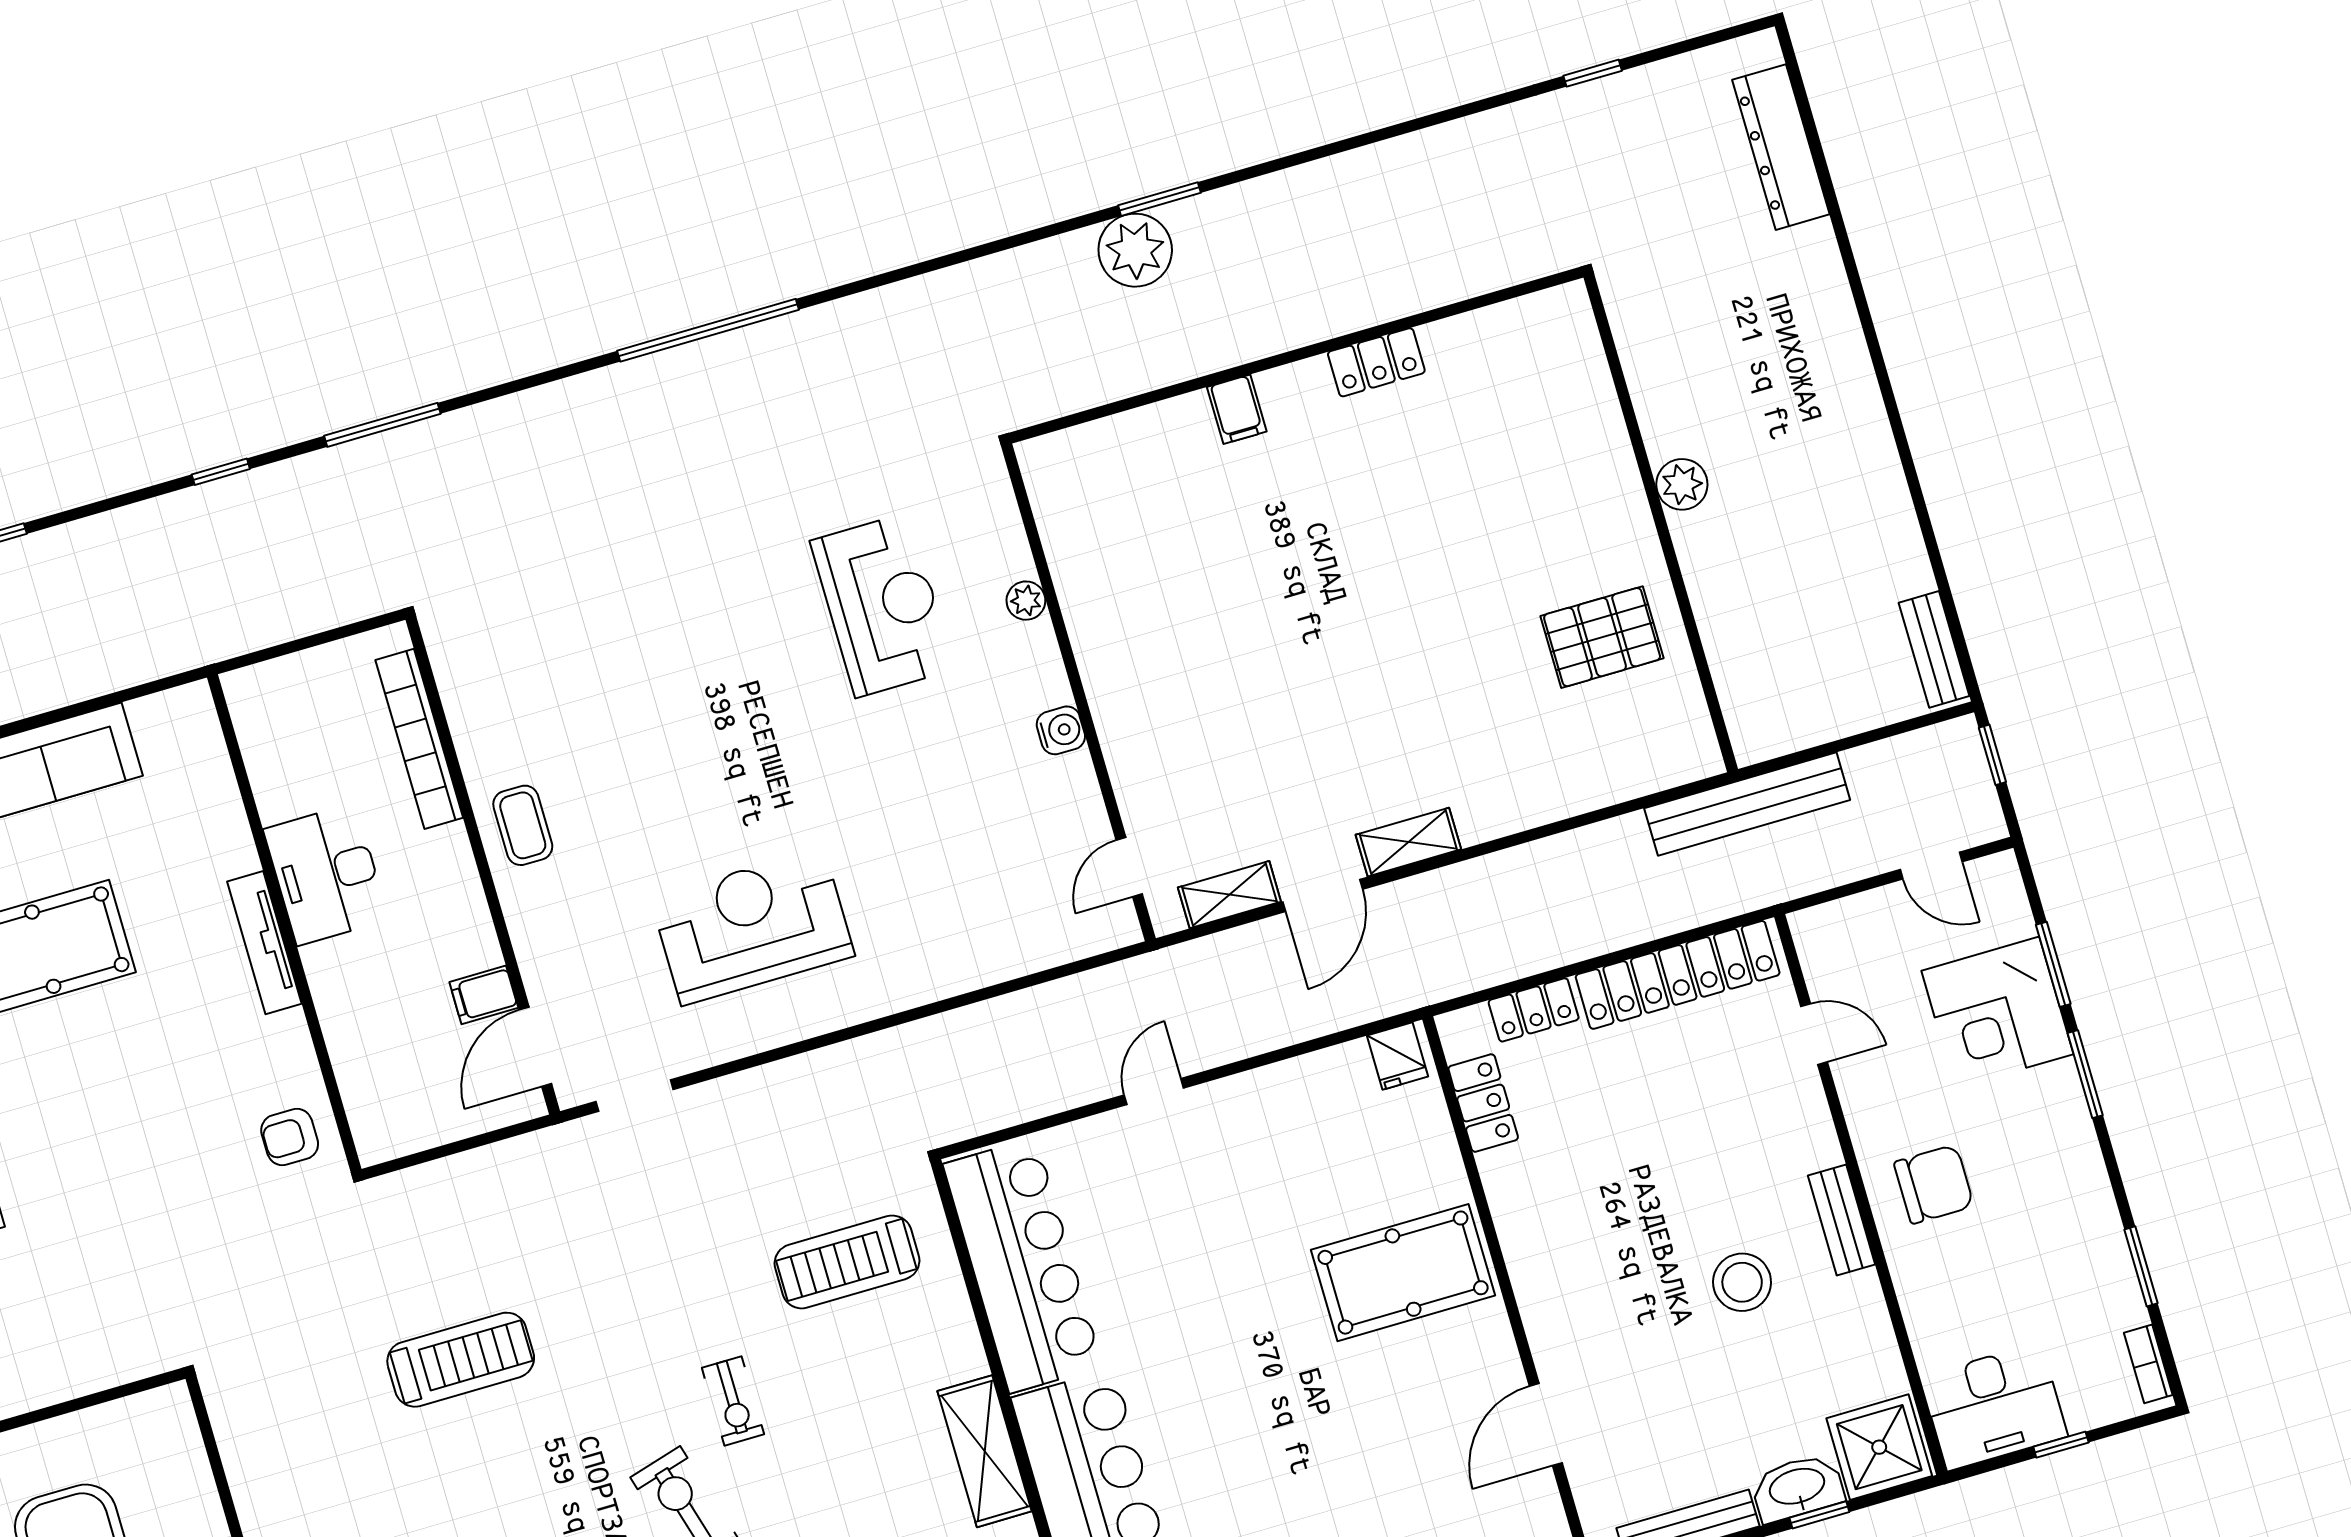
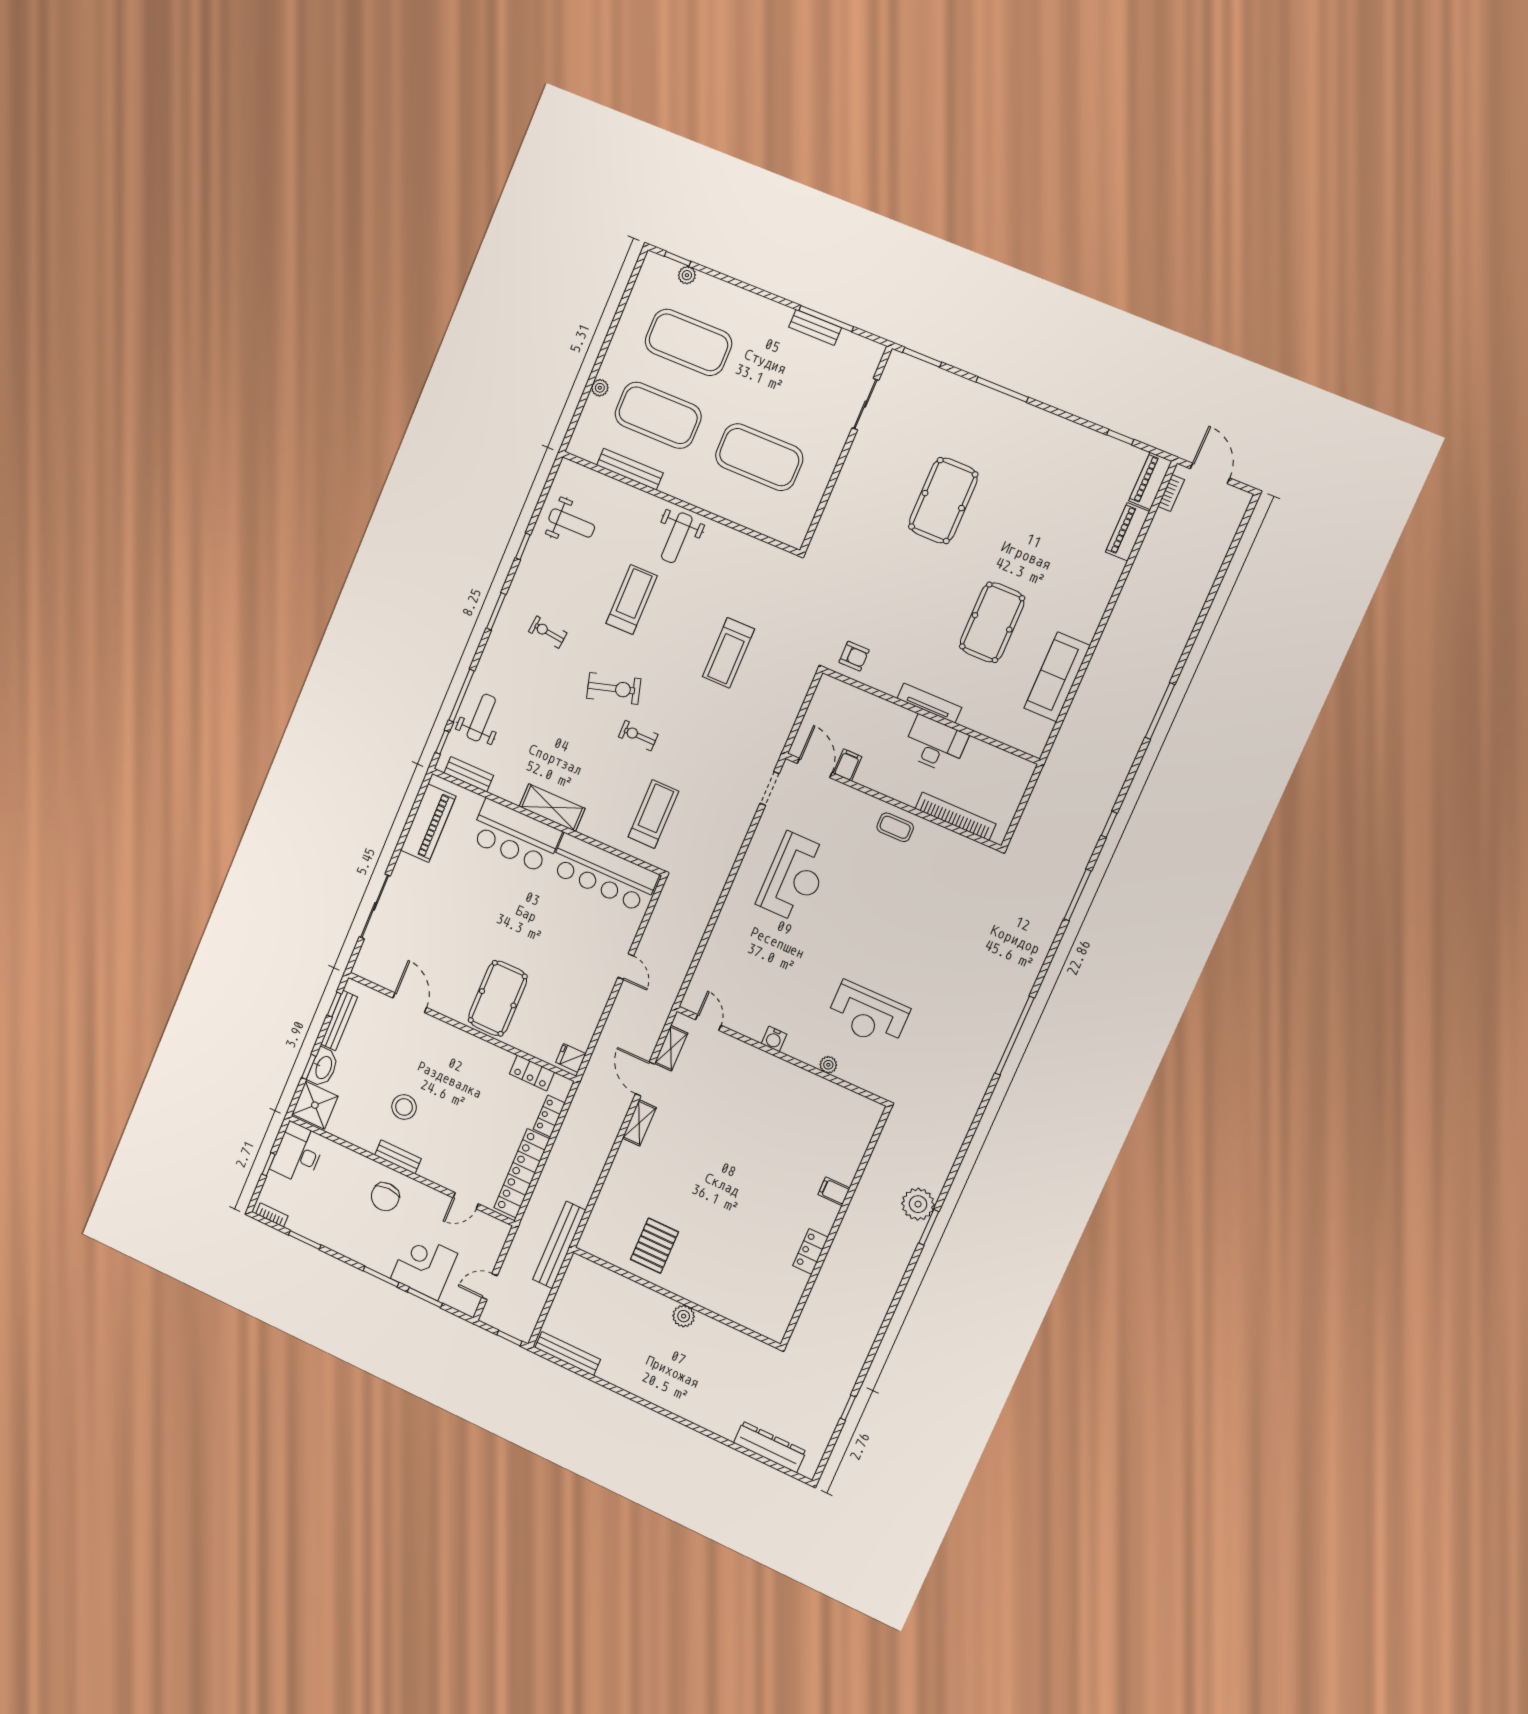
bench: (1934, 649) -> (568, 1354), width x1.36
armchair: (290, 1137) -> (854, 656), turned 90

